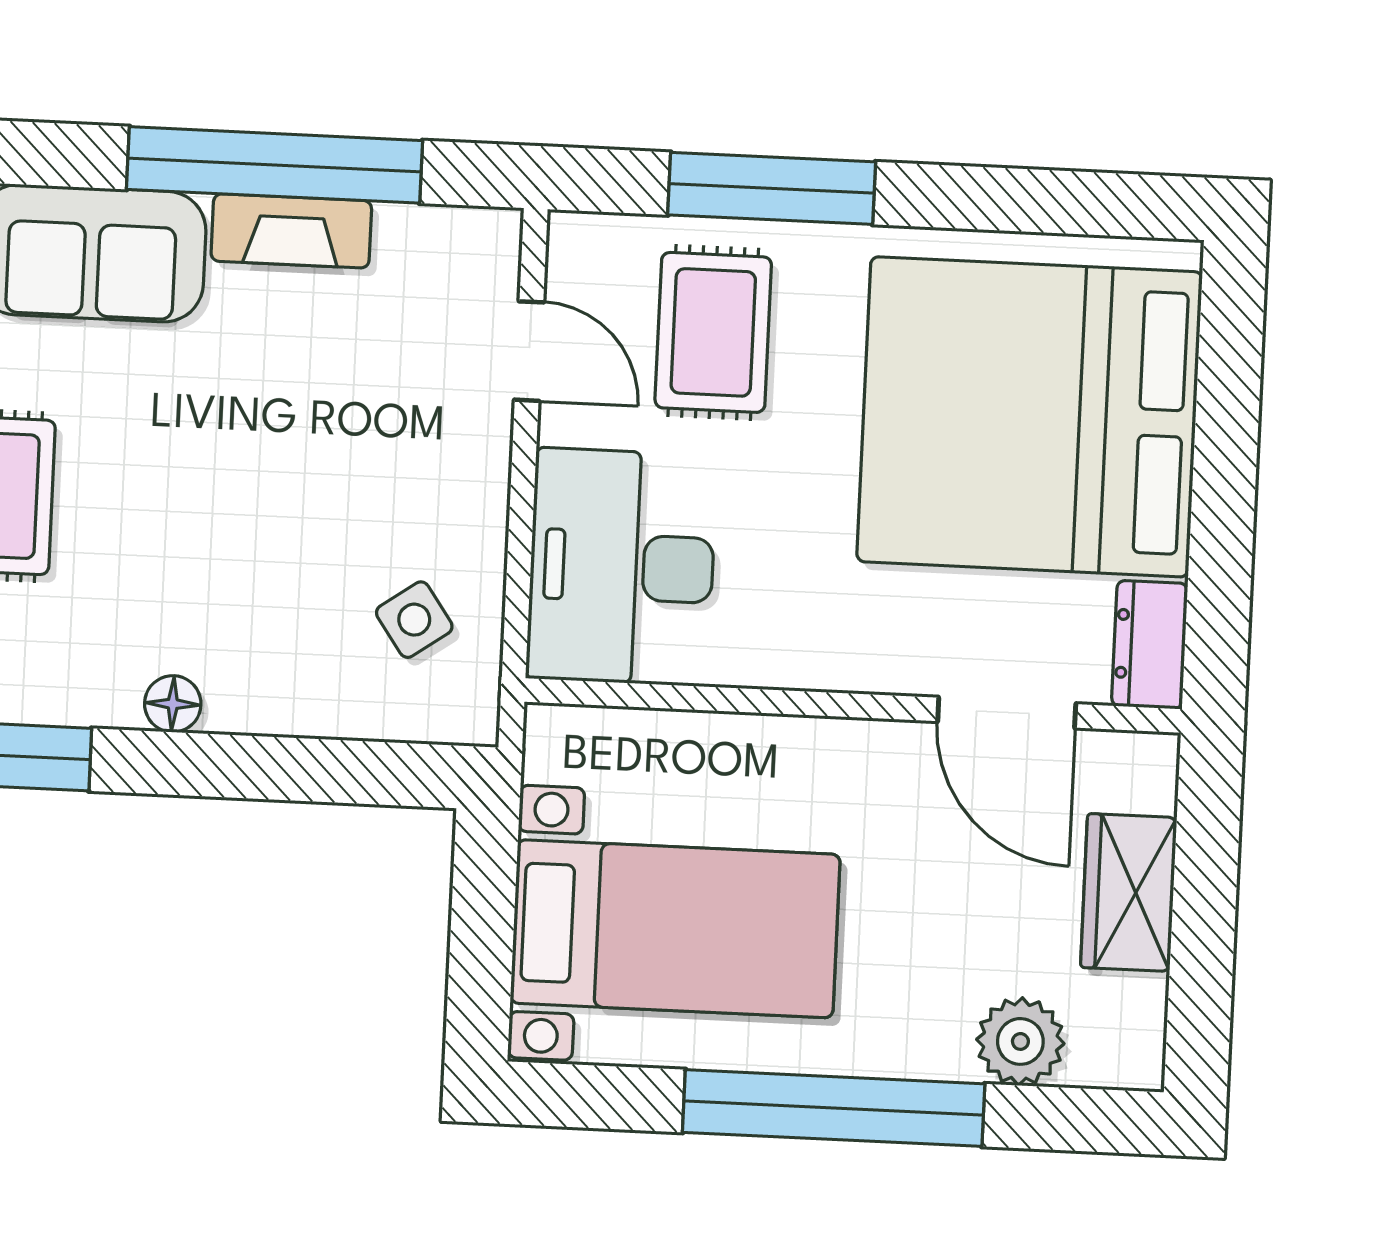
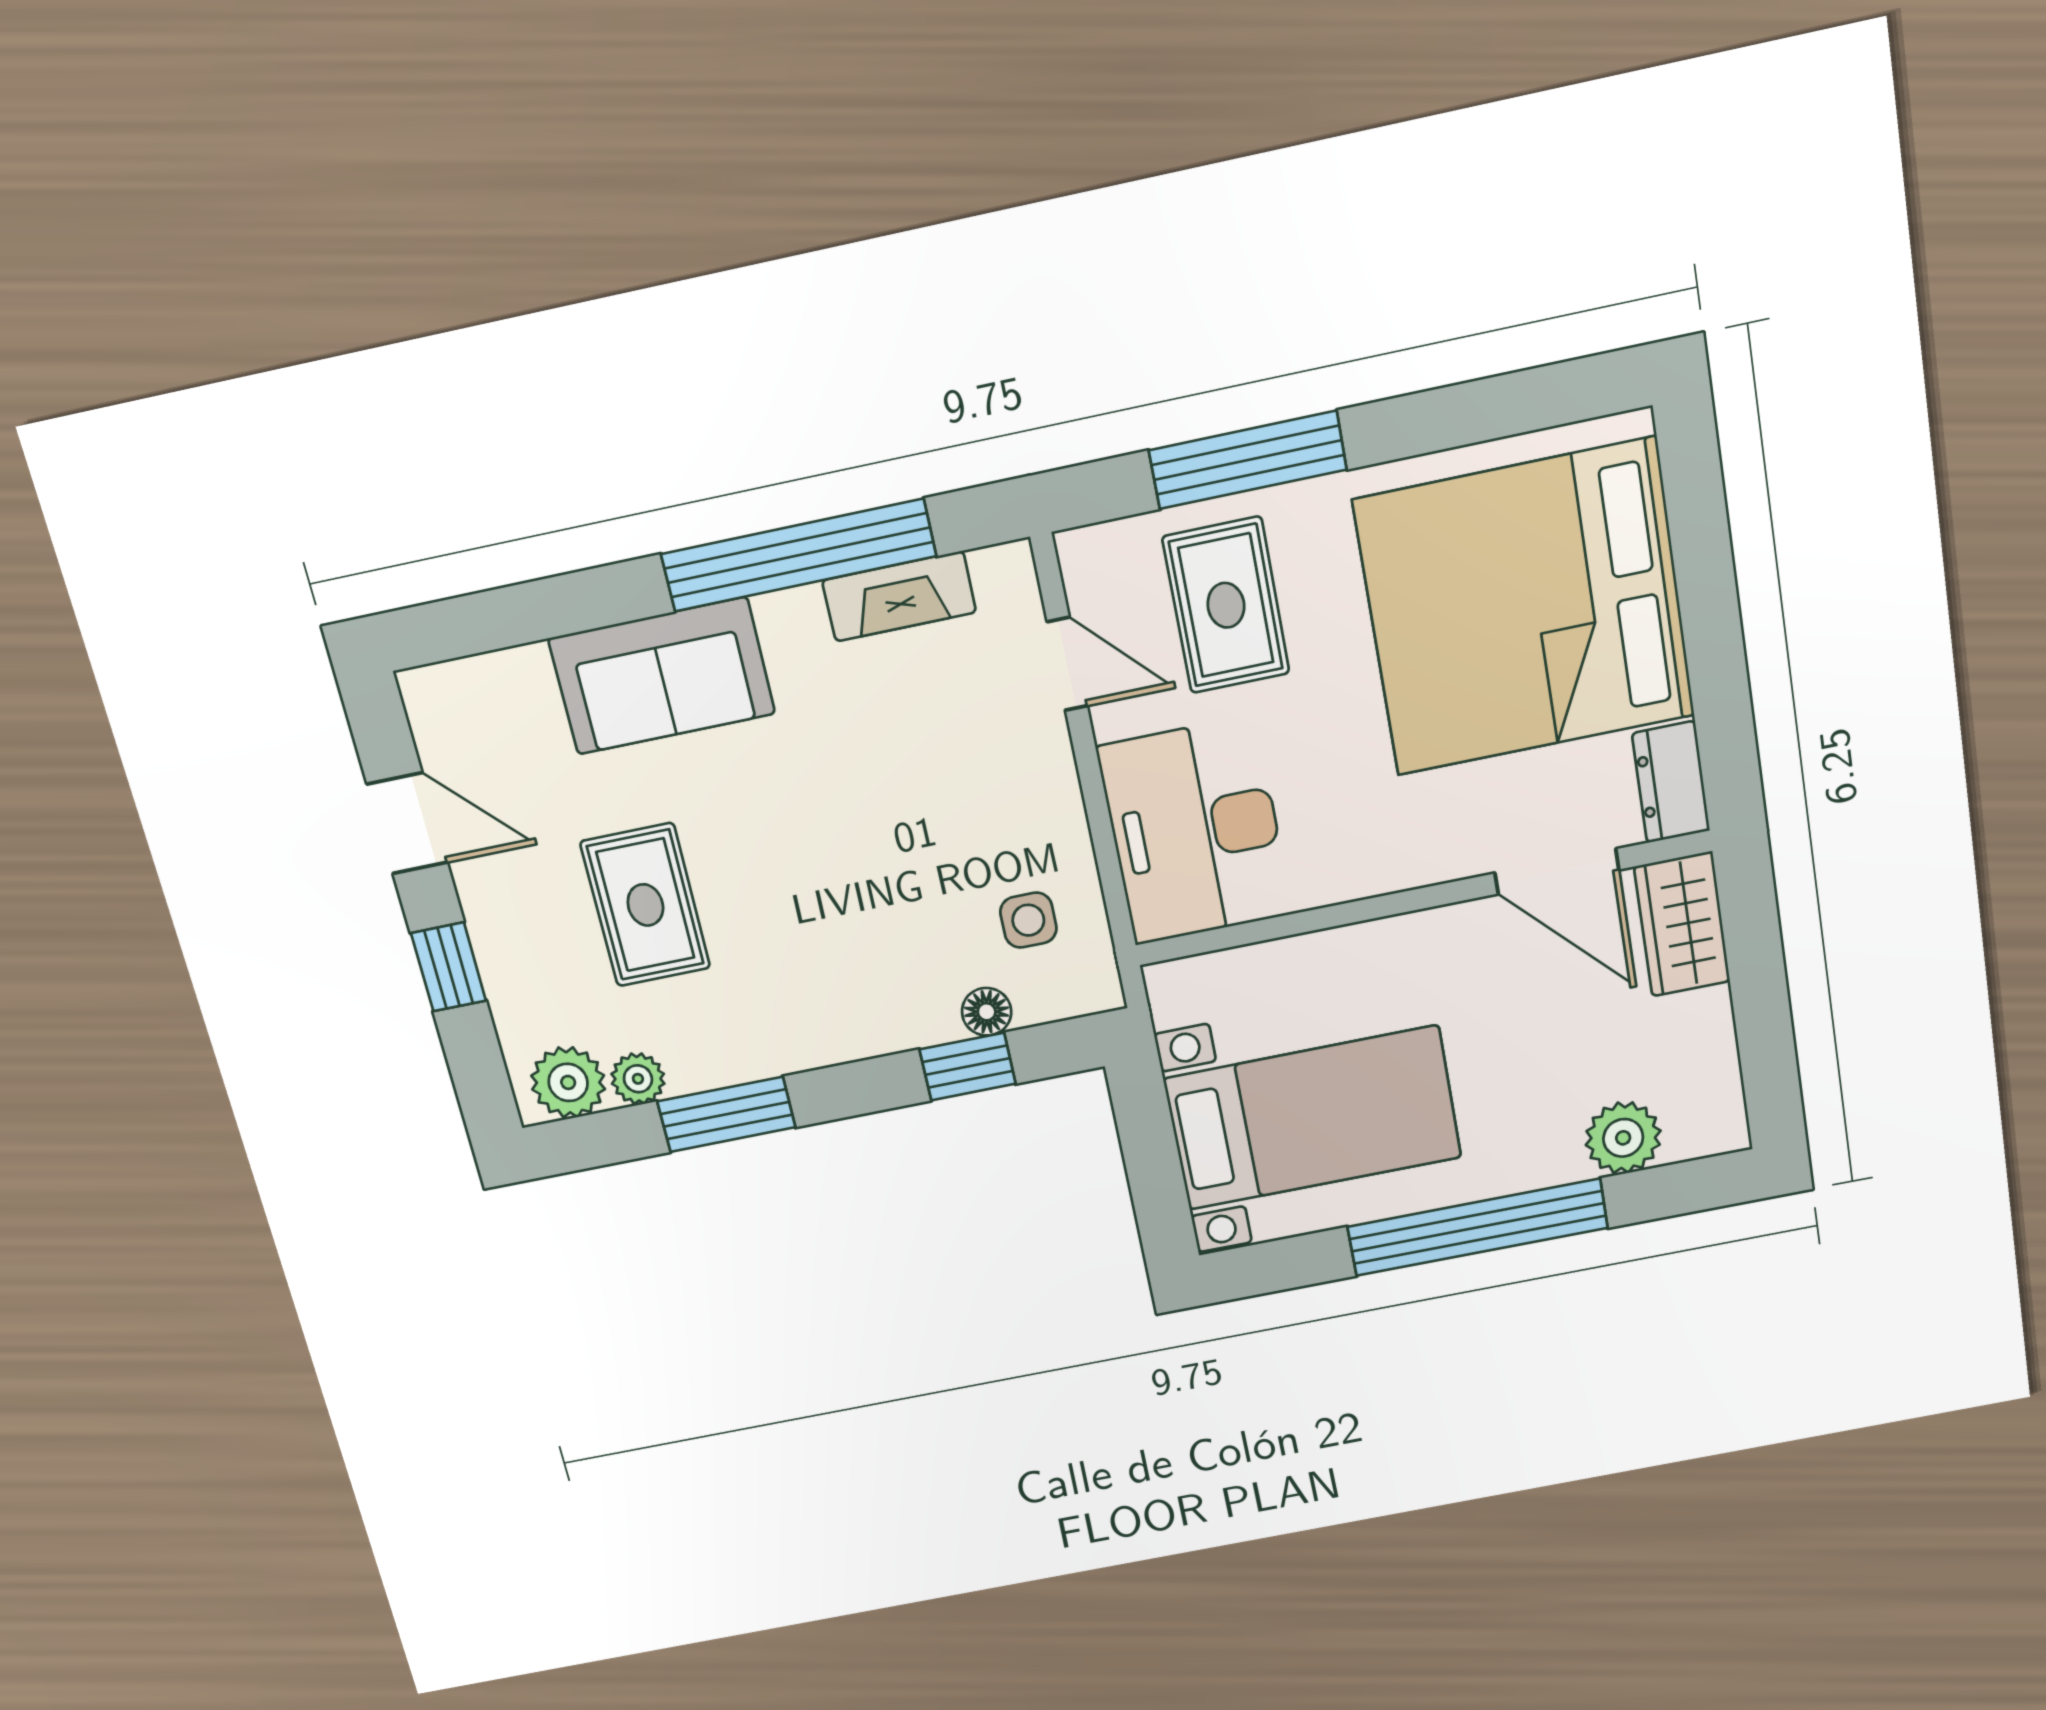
fireplace: (291, 231) -> (899, 596), moved
side table: (414, 620) -> (1028, 920), turned 35
floor lamp: (173, 704) -> (987, 1012), moved
window: (302, 770) -> (968, 1067), added
wardrobe: (1129, 893) -> (1682, 924), moved

